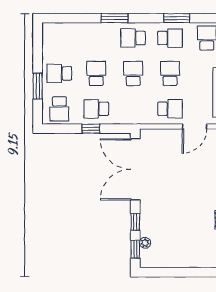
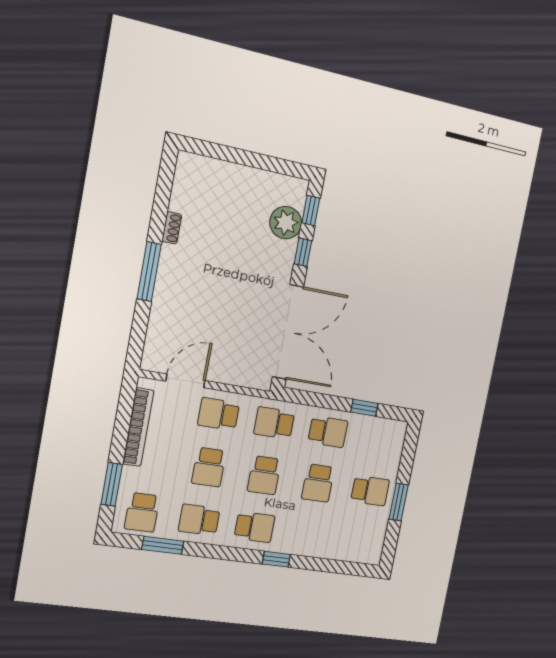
window: (114, 18) -> (276, 559), width x0.67
window: (177, 18) -> (163, 545), moved
window: (38, 86) -> (399, 502), moved
school desk: (59, 109) -> (274, 423), moved, turned -90
window: (91, 129) -> (364, 408), moved
plant: (145, 243) -> (286, 223), width x1.87, depth x1.87

